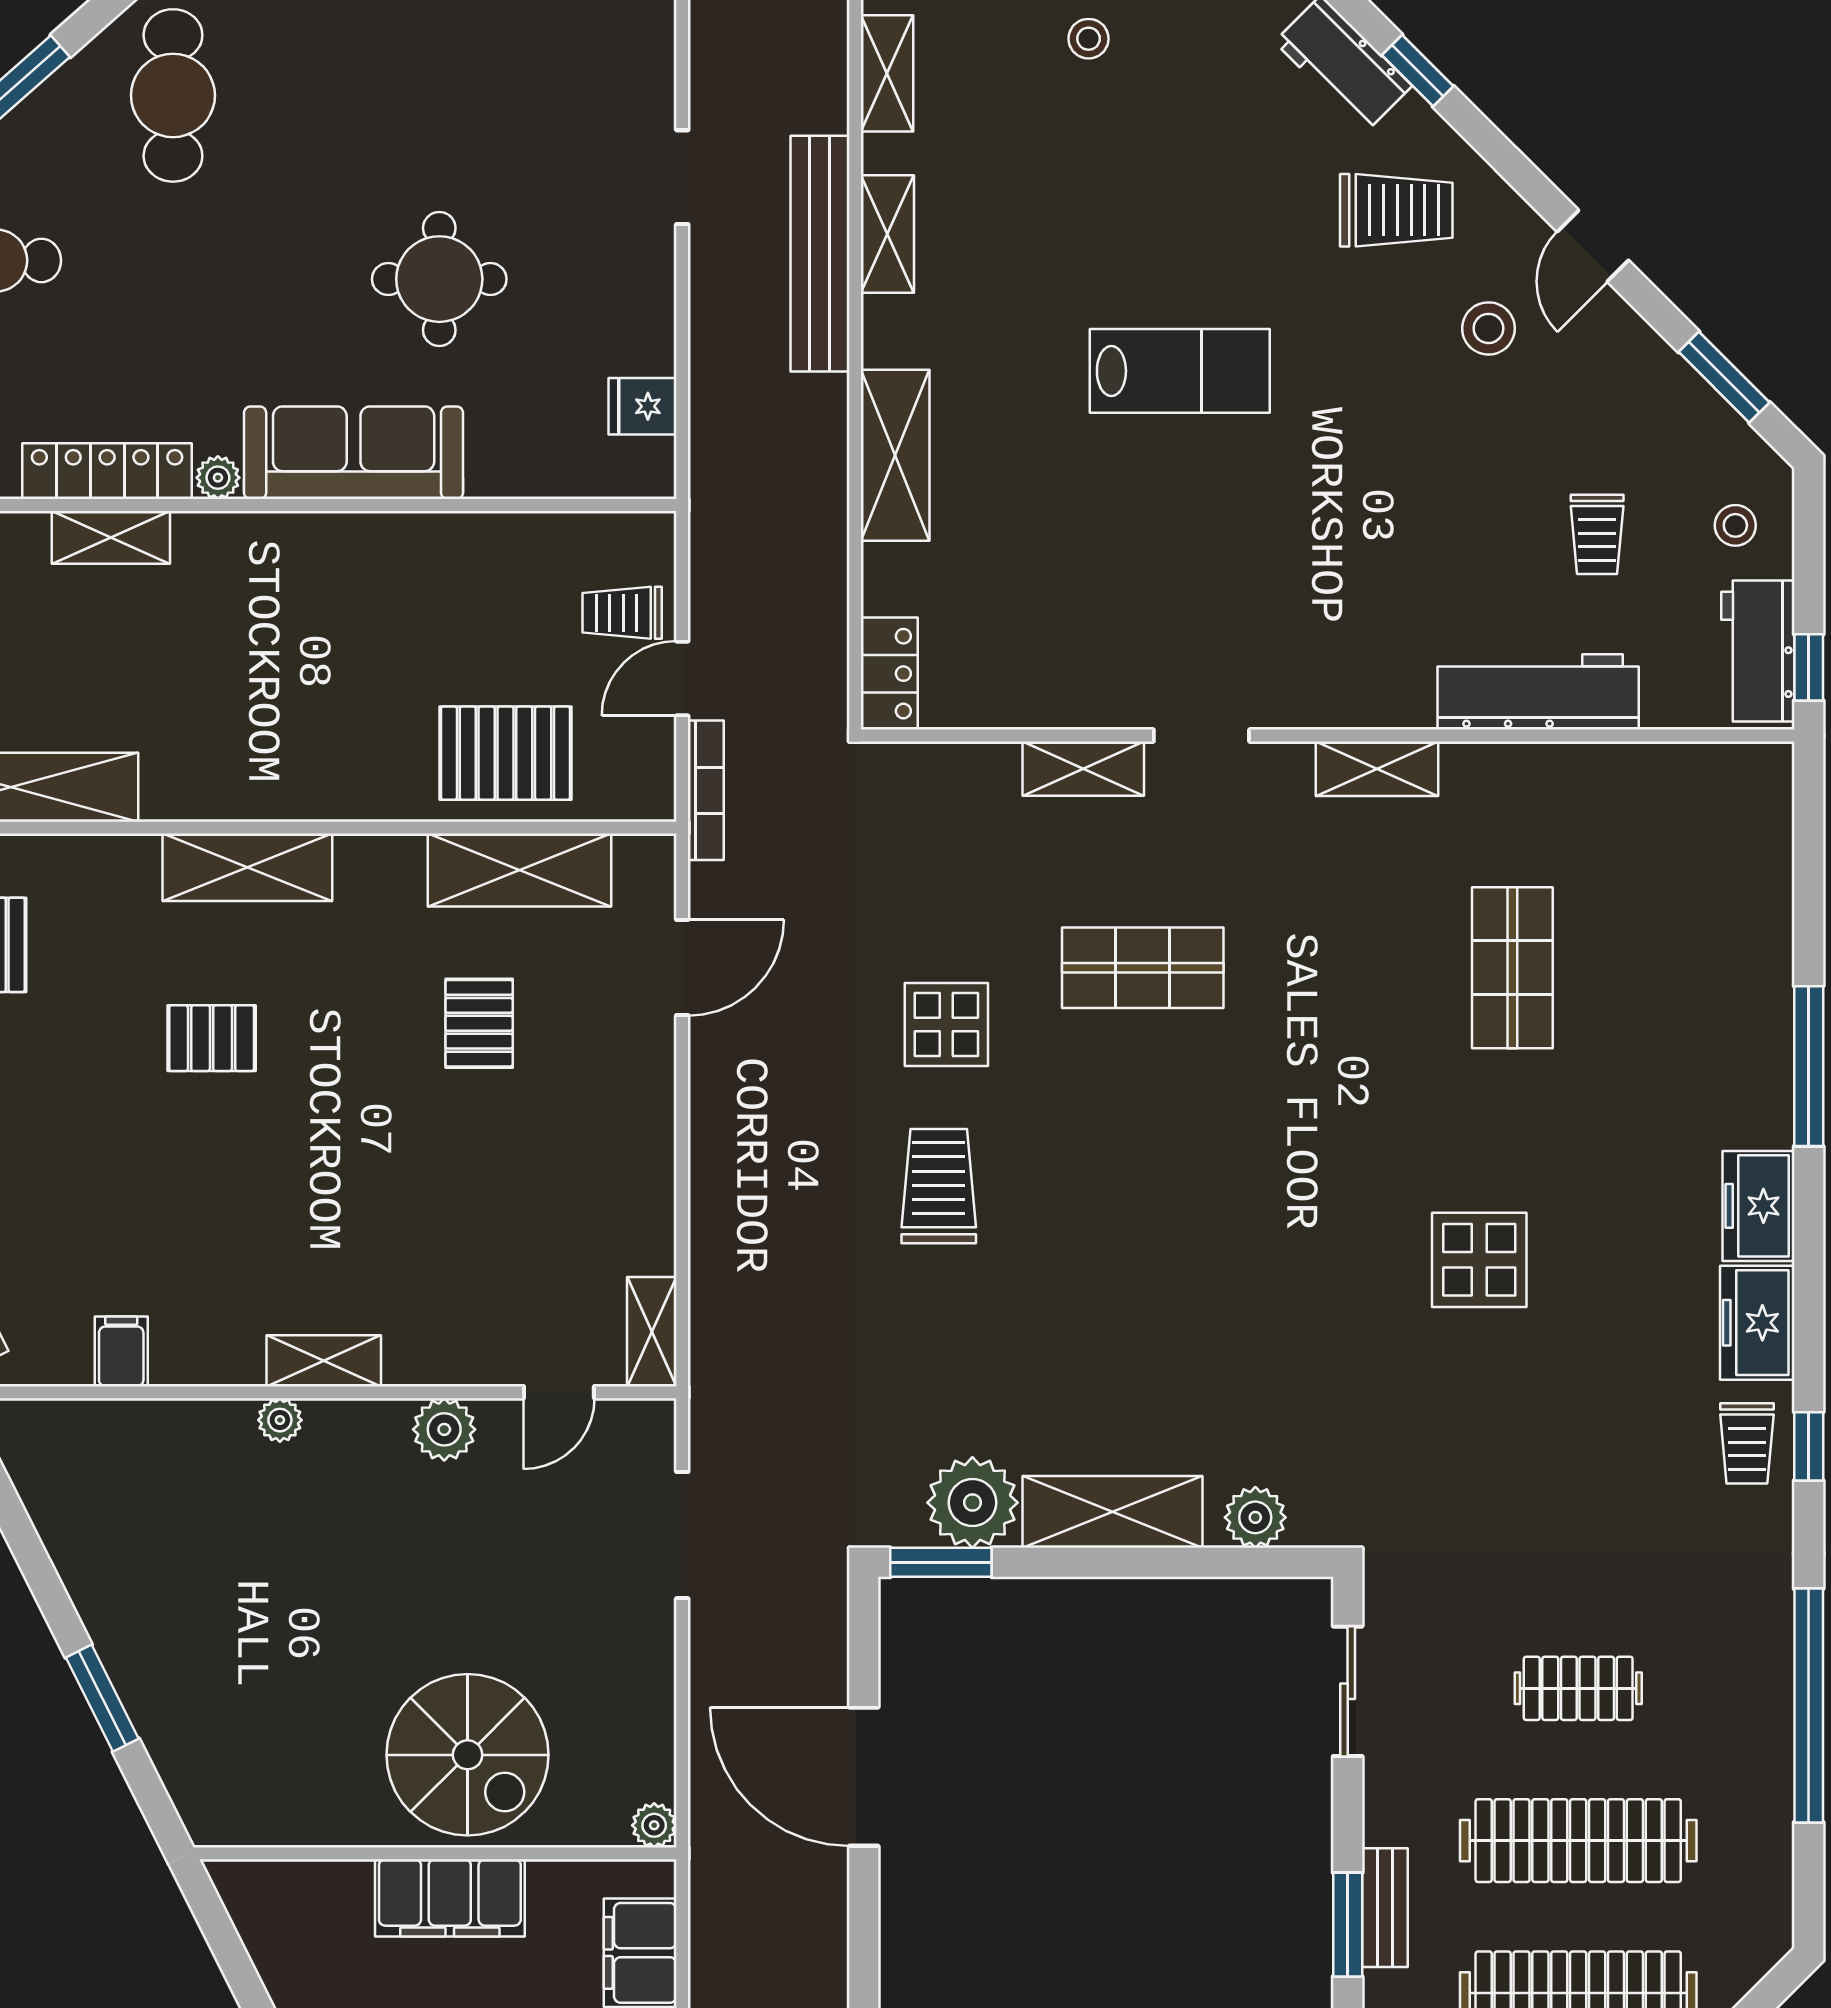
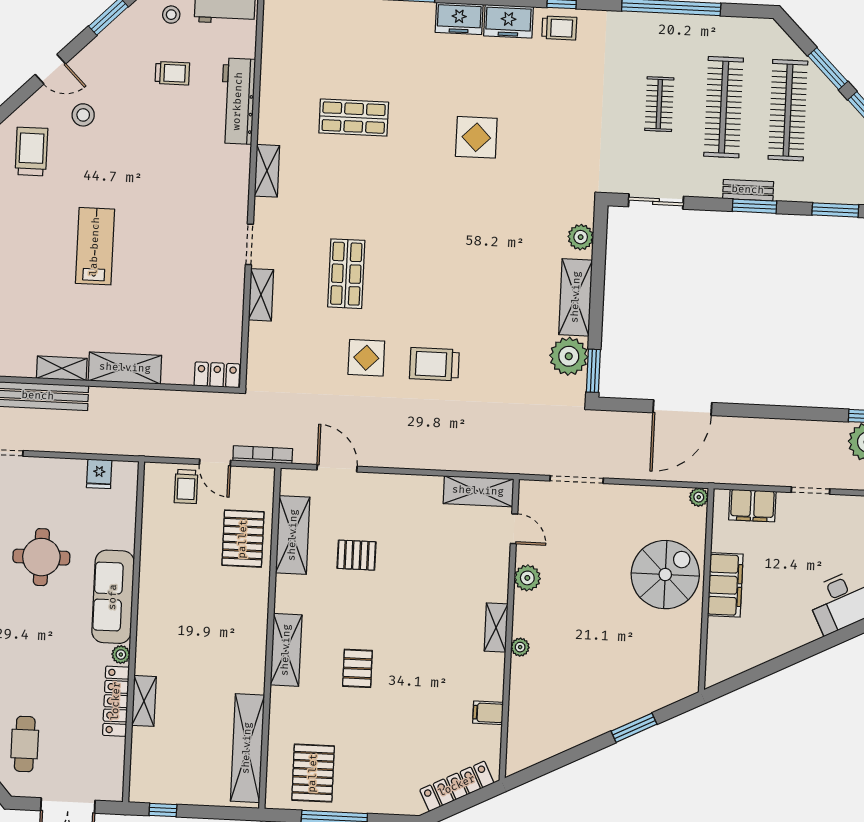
shelving: (887, 234) -> (62, 368), moved
shelving: (652, 1332) -> (478, 491), width x1.50, depth x1.33

